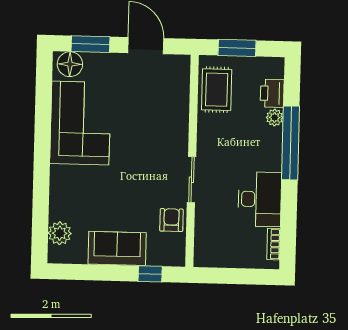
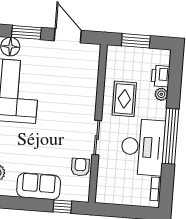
rug: (217, 90) -> (124, 99), moved
window: (290, 143) -> (171, 136), moved
desk: (260, 199) -> (143, 147), width x1.36, depth x1.30

